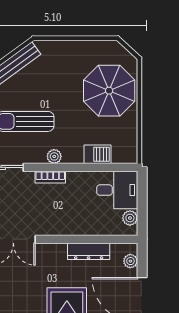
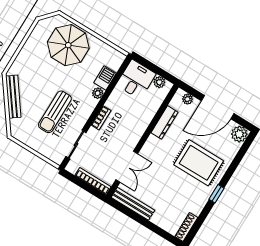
plant: (54, 156) -> (98, 93), moved

